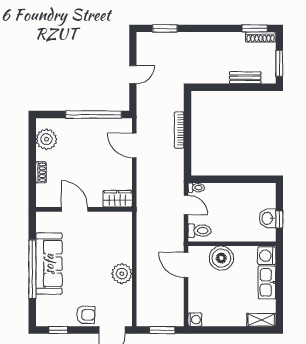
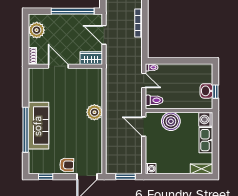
wardrobe: (118, 199) -> (91, 58), moved
door: (75, 209) -> (58, 66), moved
wall: (84, 209) -> (65, 66), moved
plant: (122, 274) -> (94, 112), moved

